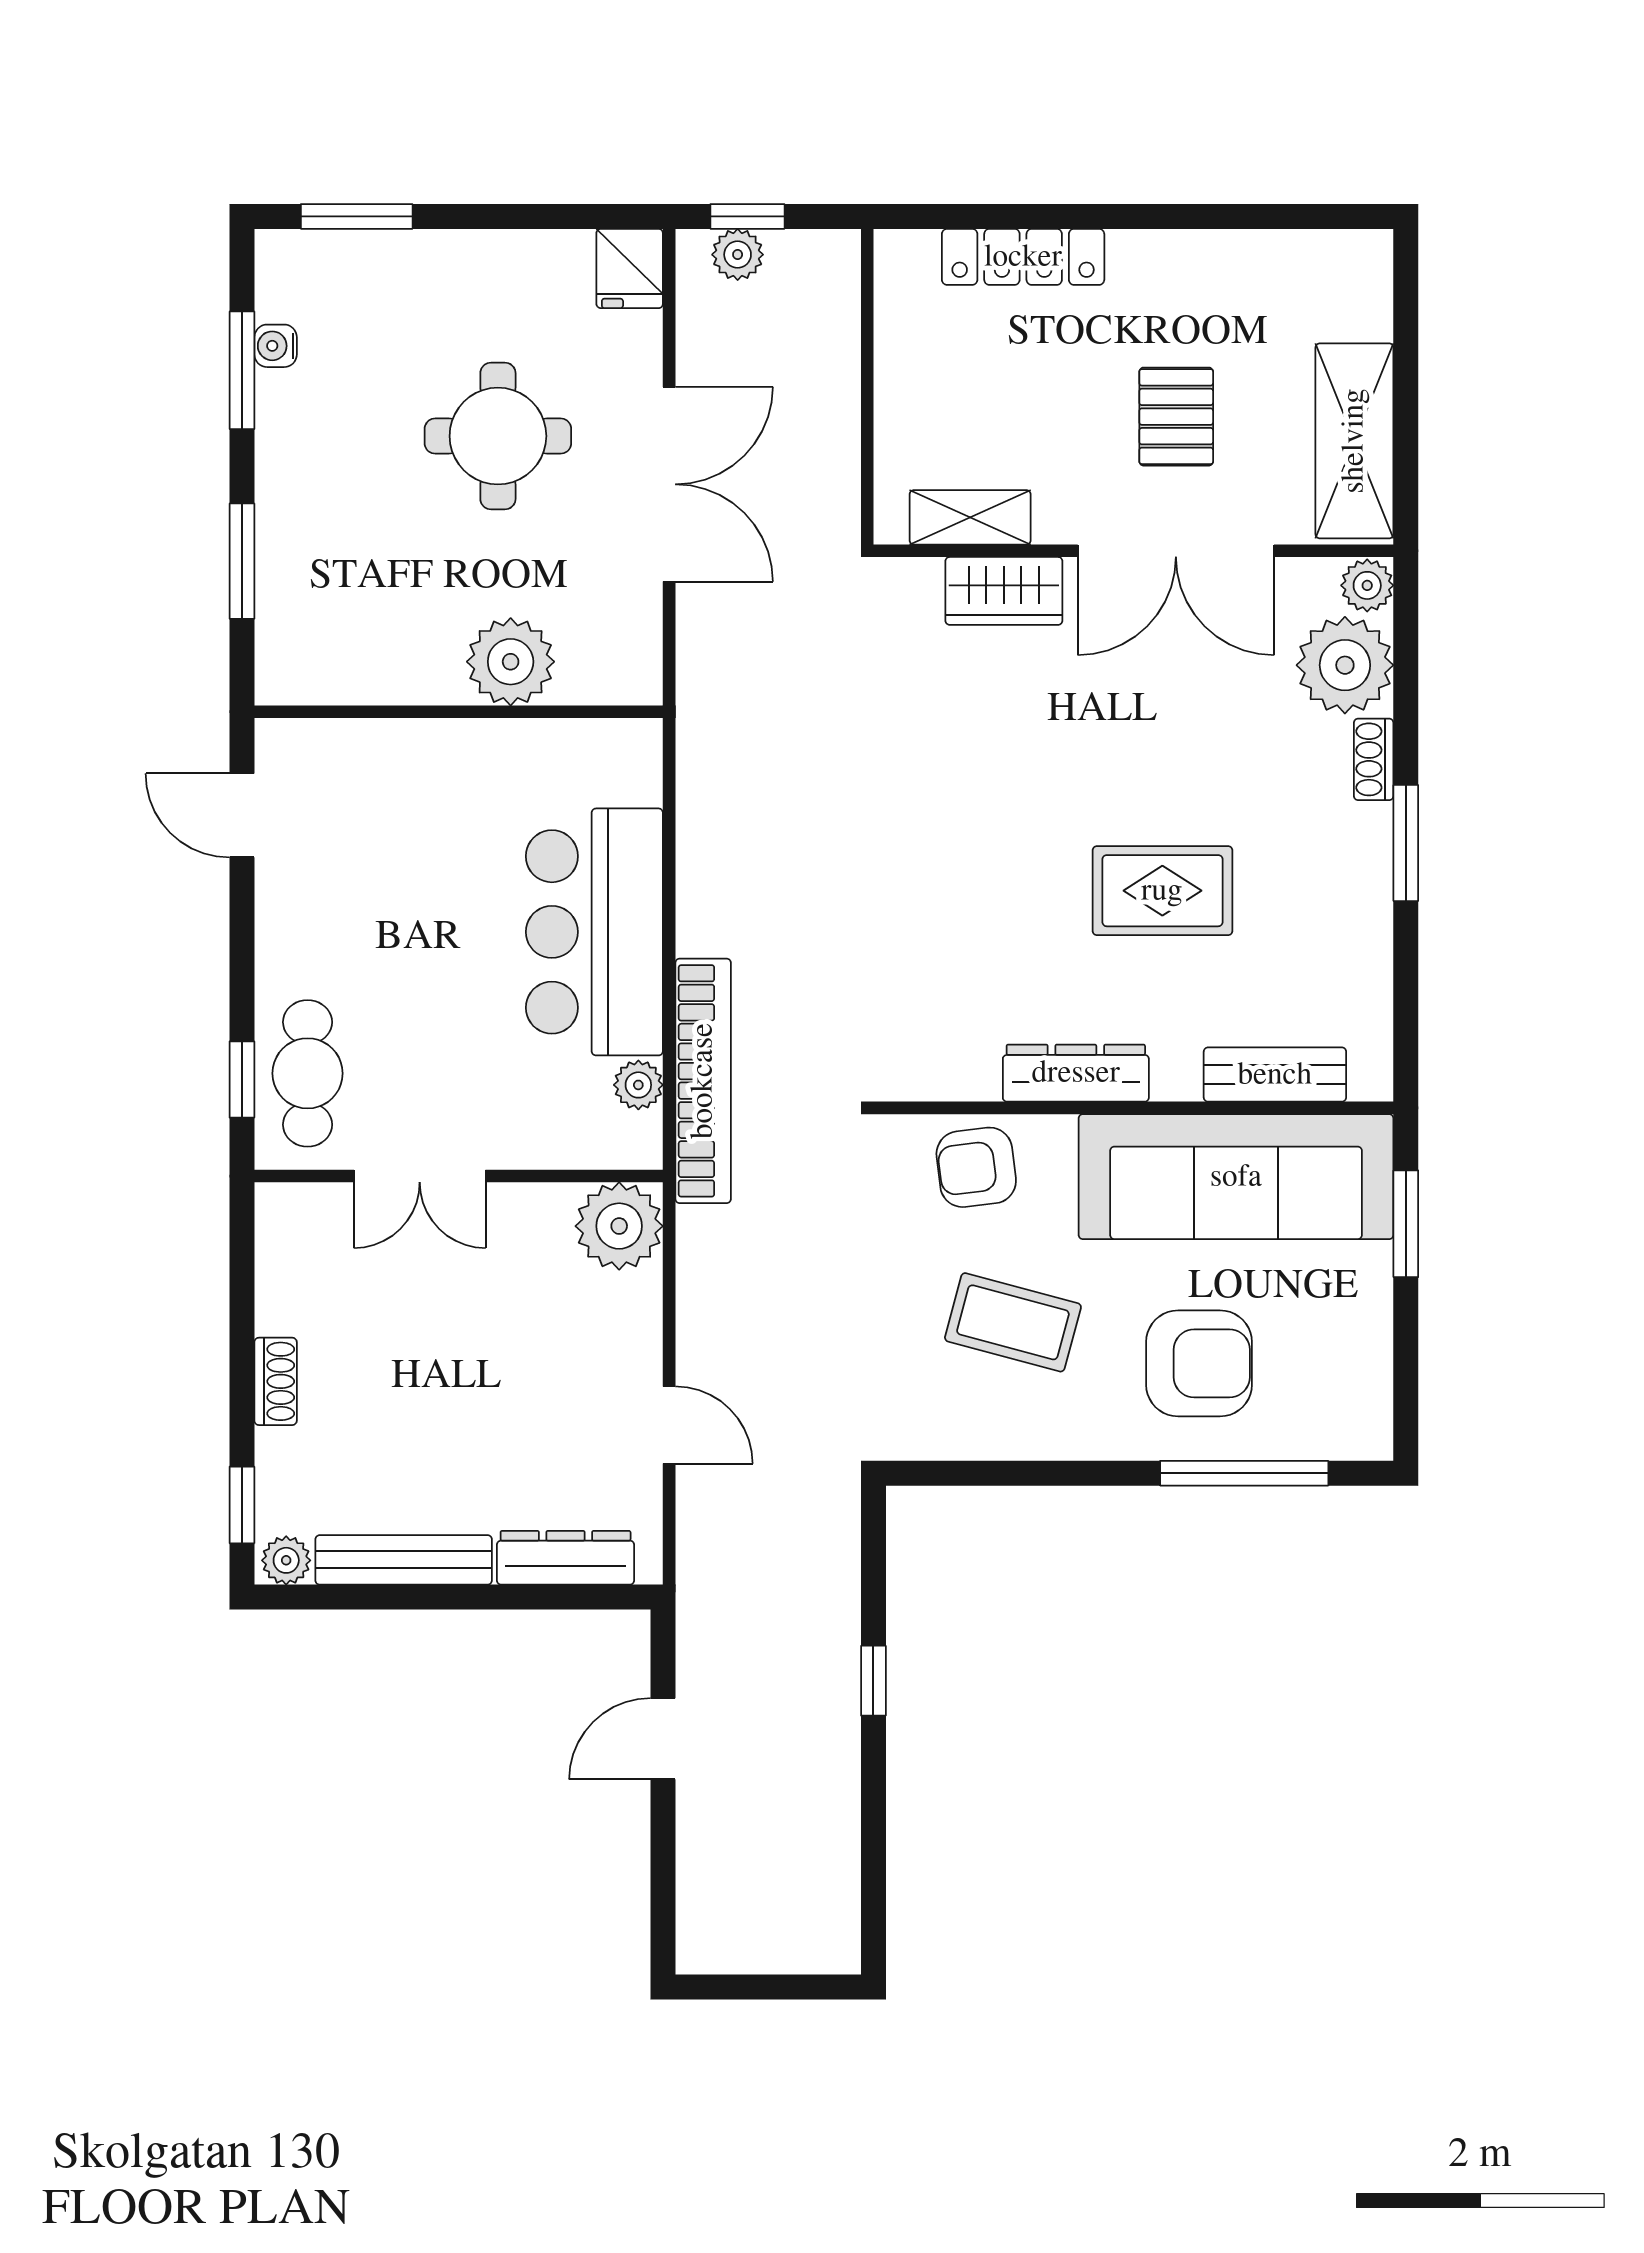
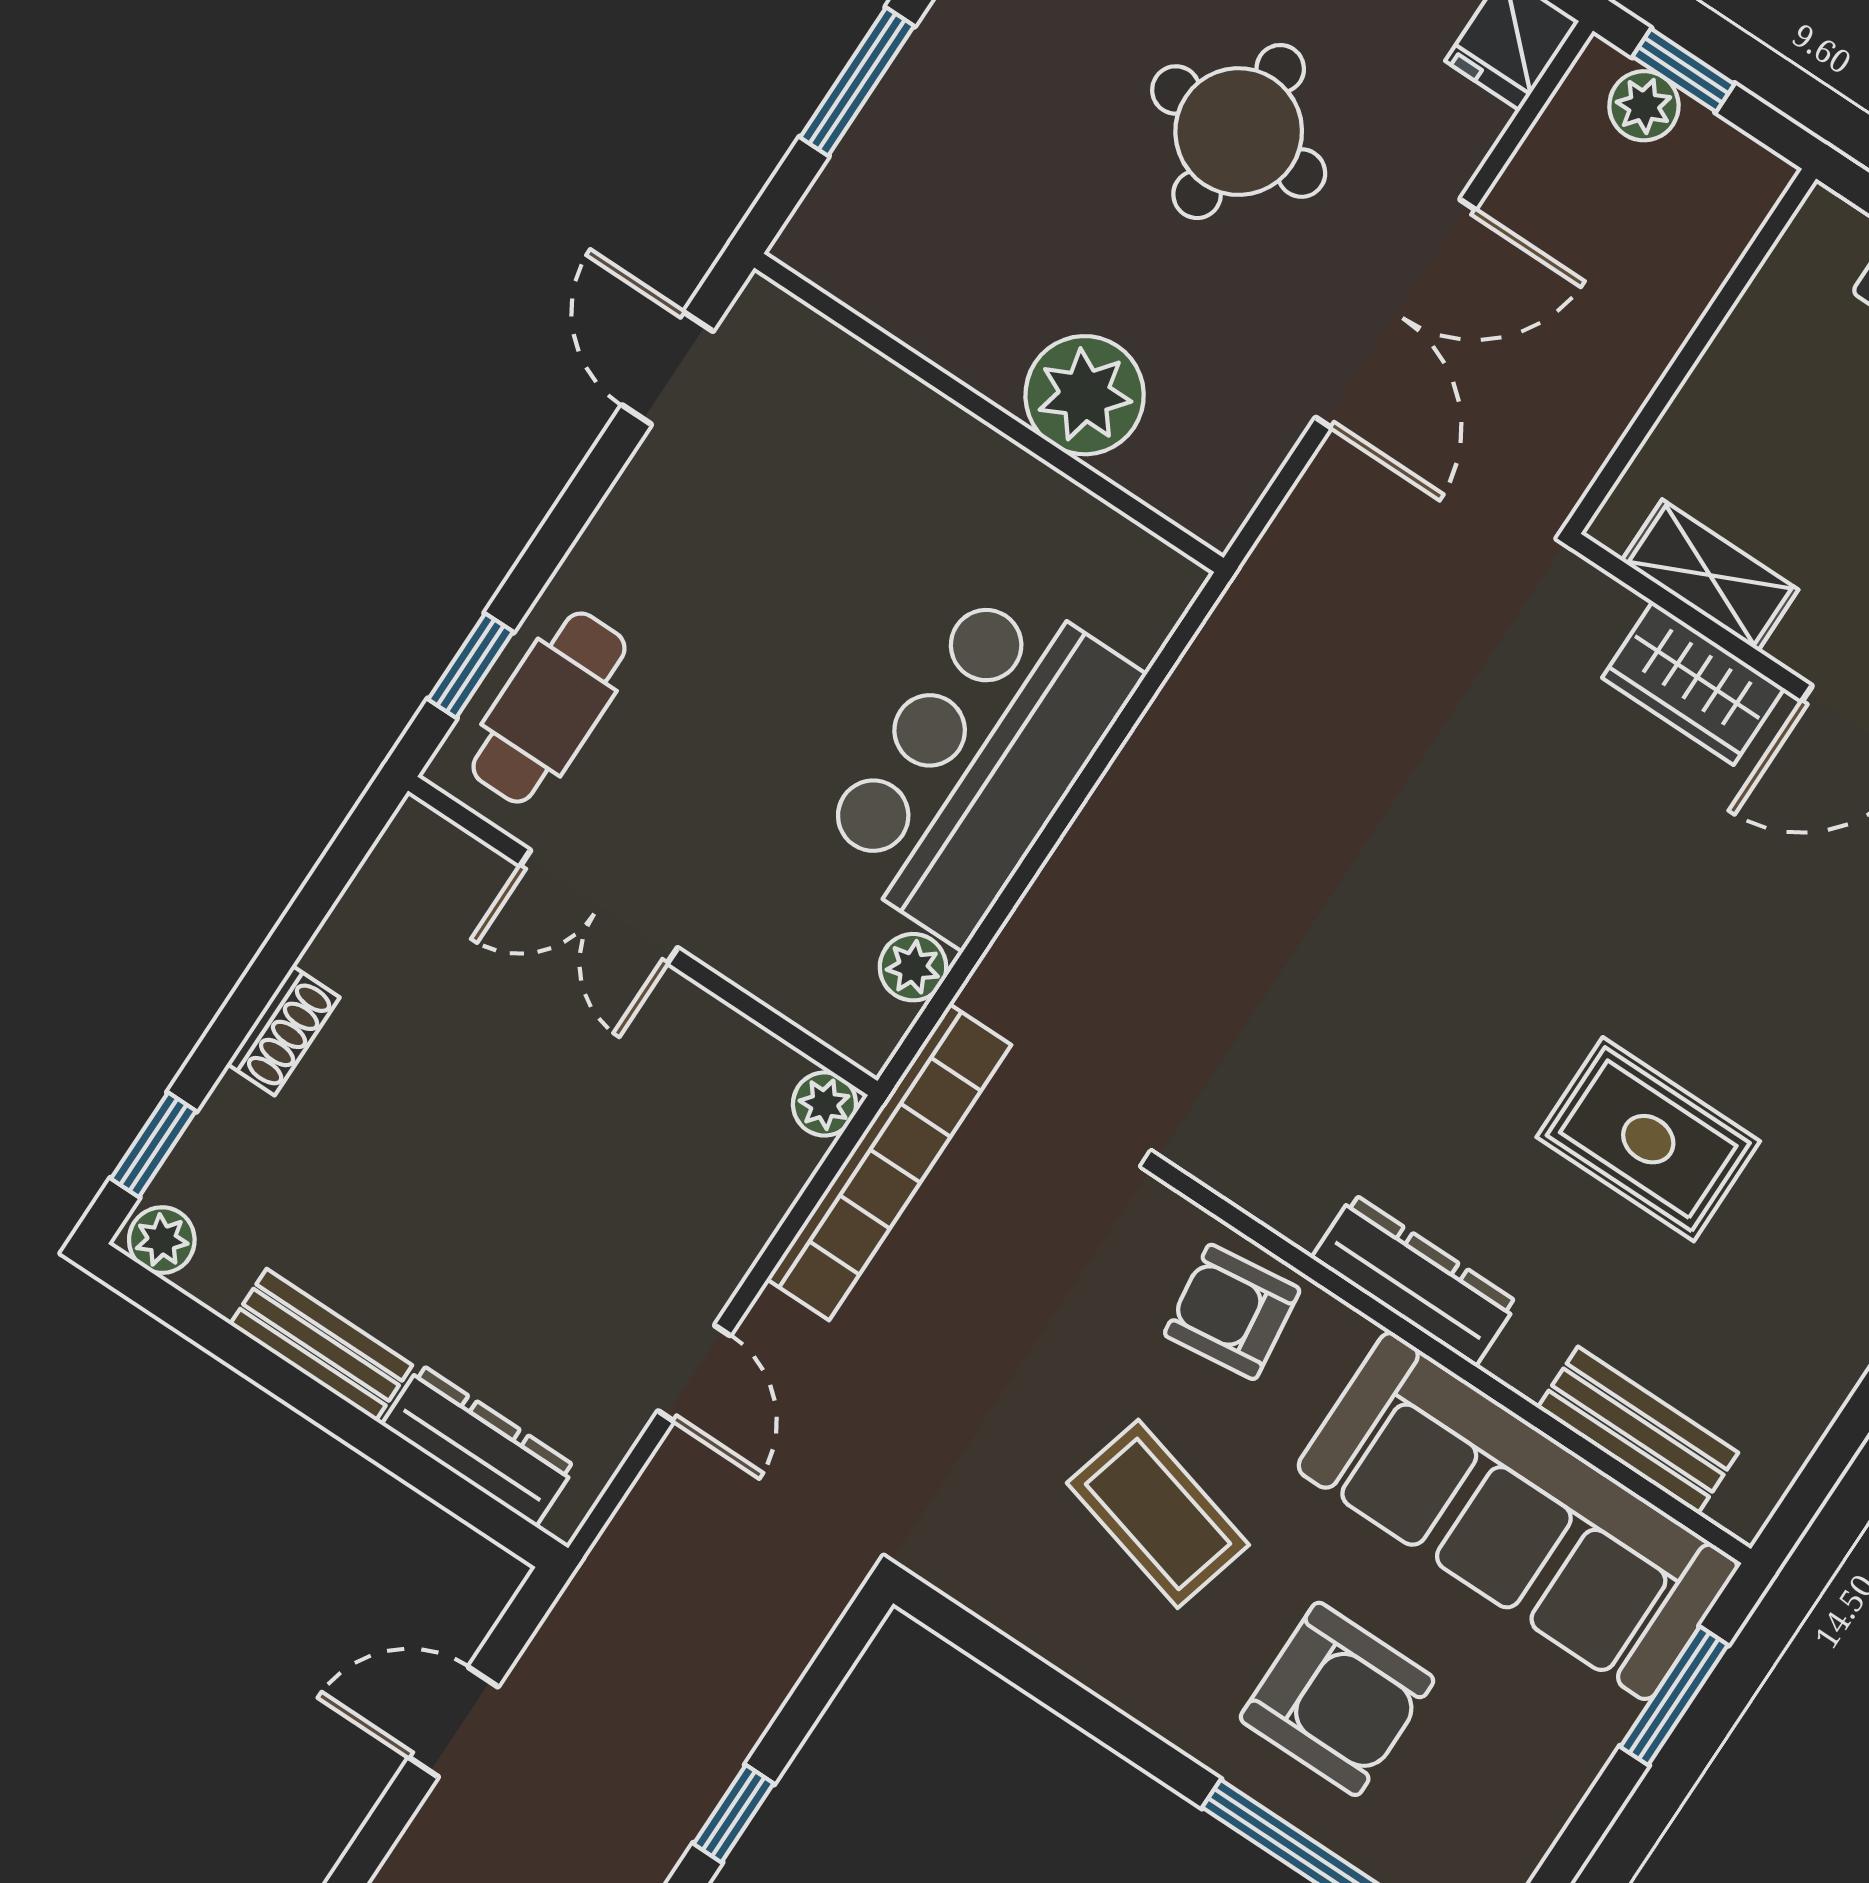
bookcase: (703, 1081) -> (889, 1162), moved
plant: (619, 1226) -> (824, 1104), width x0.53, depth x0.53
bench: (404, 1560) -> (321, 1345), width x0.73

